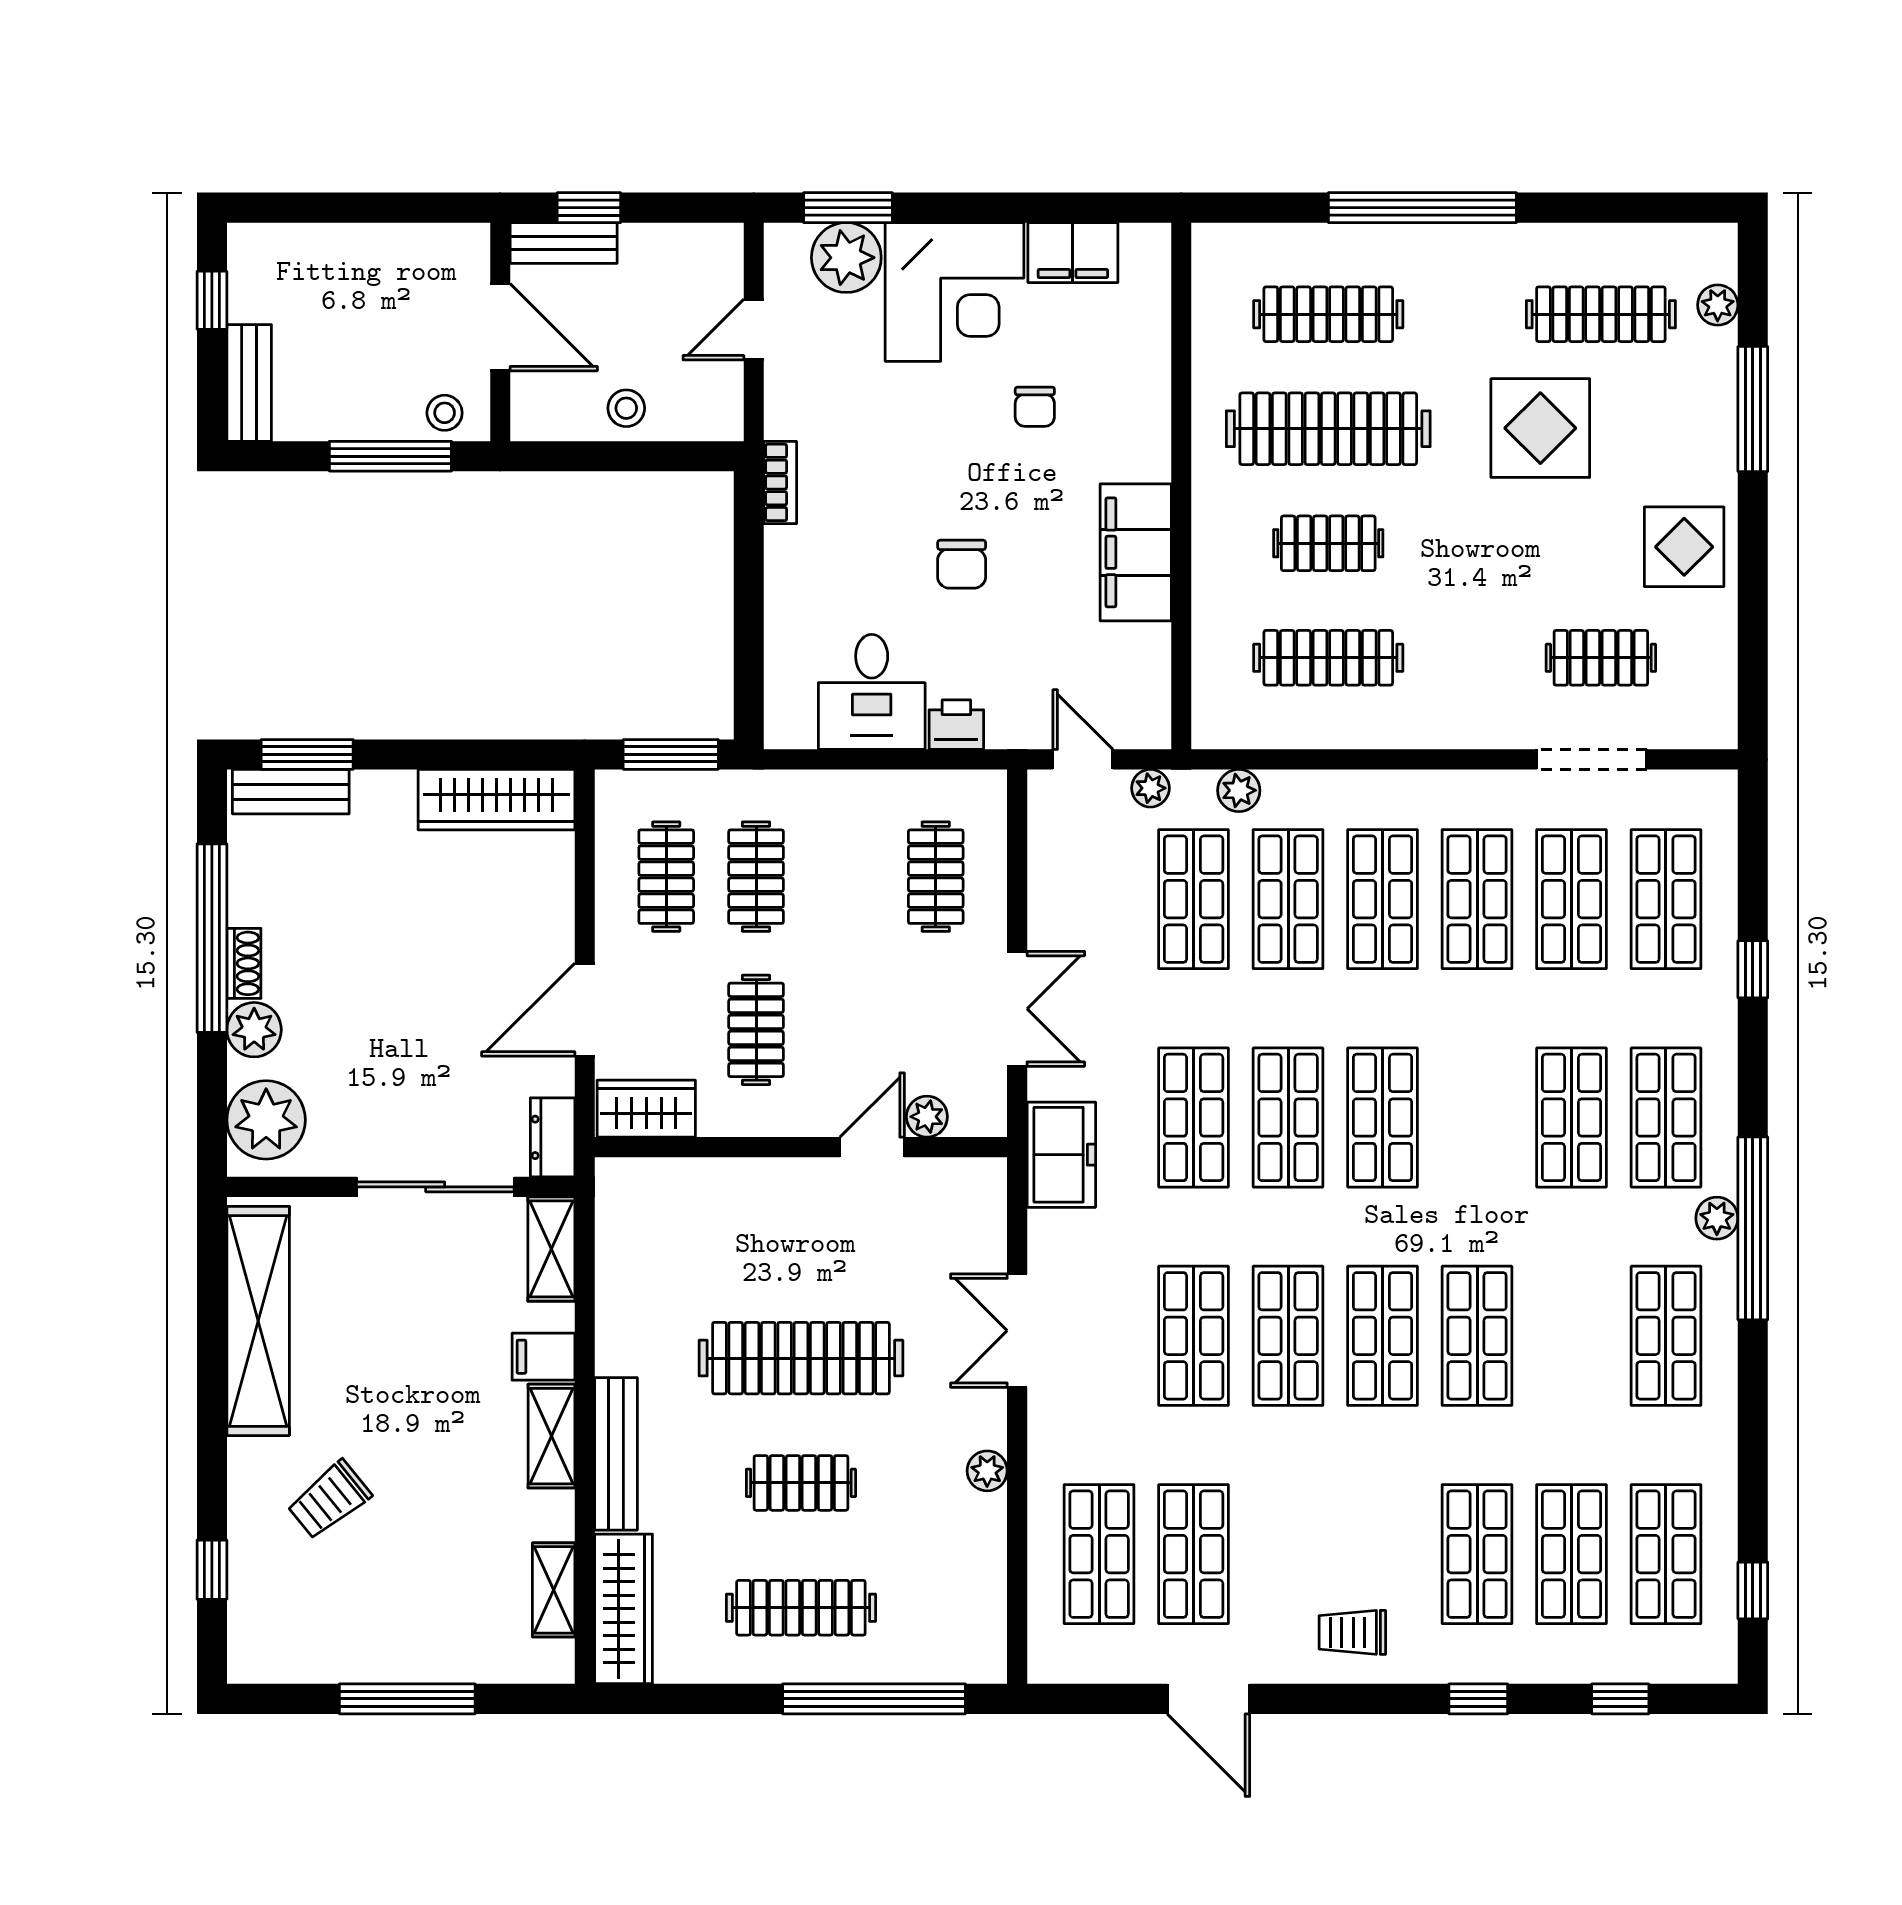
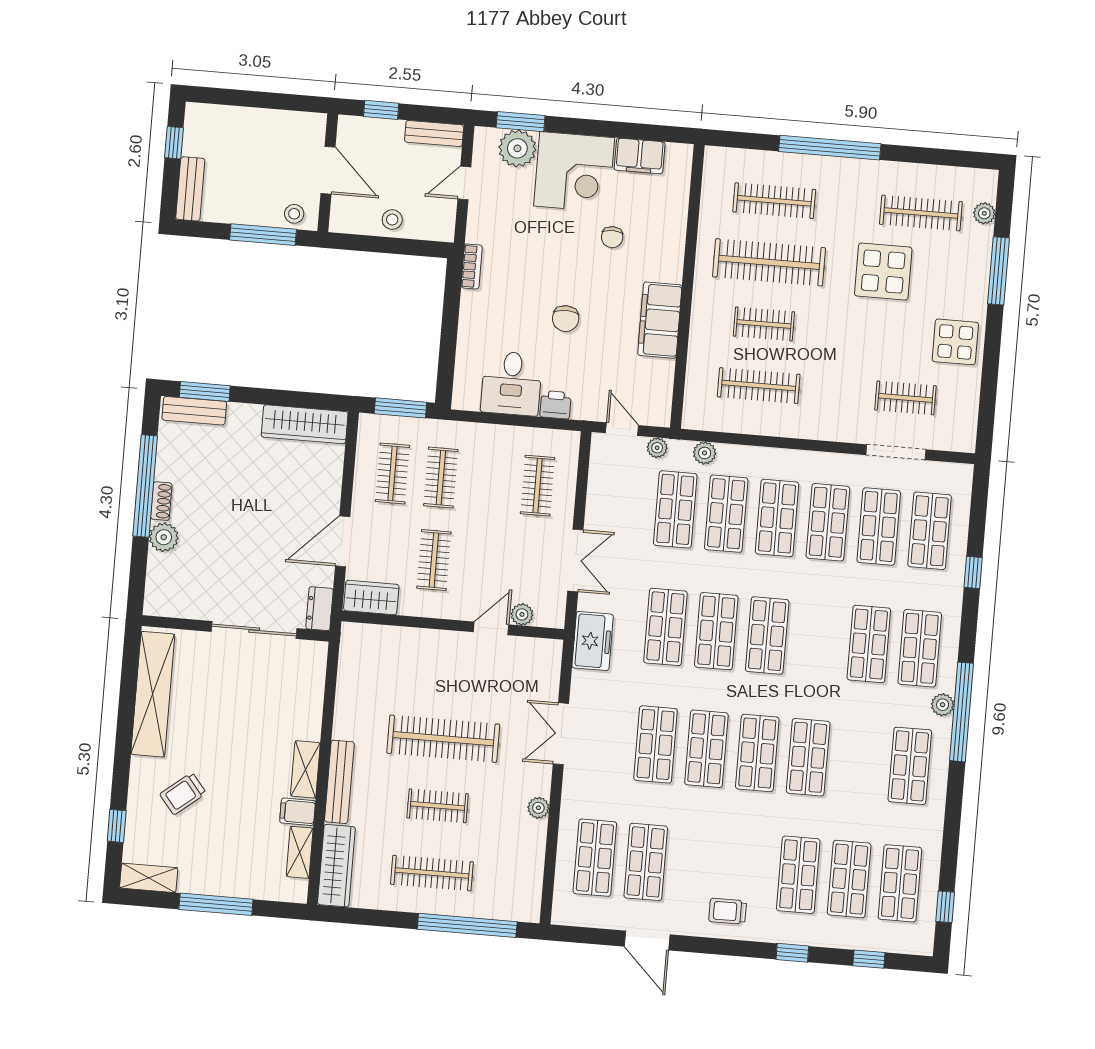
bench: (564, 243) -> (434, 134), moved
plant: (266, 1120) -> (166, 586), removed
shelving: (551, 1249) -> (149, 878), moved, turned 90
filing cabinet: (543, 1357) -> (298, 812), moved

